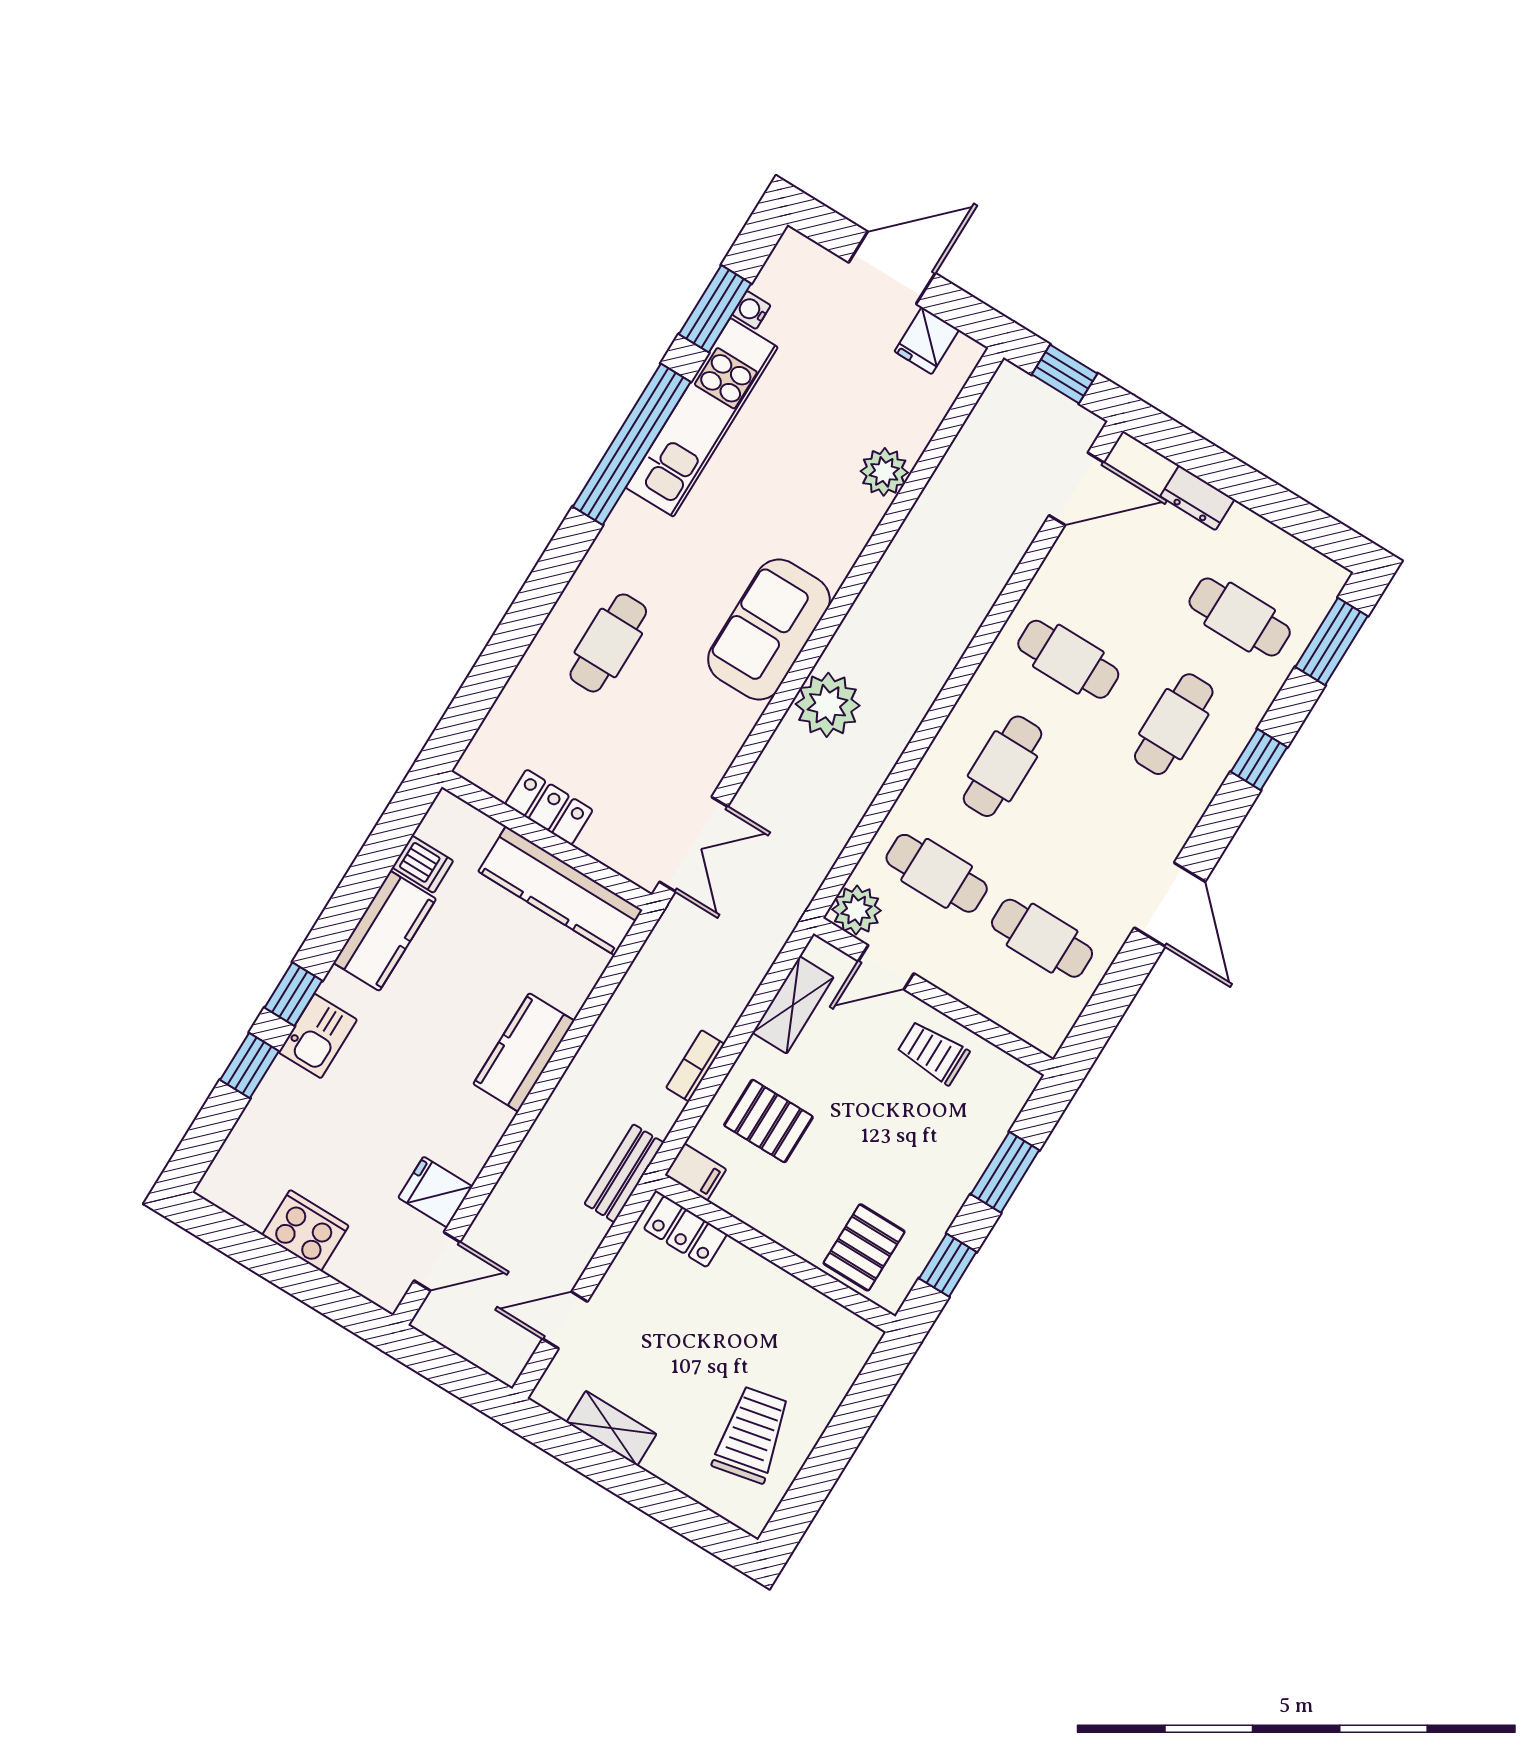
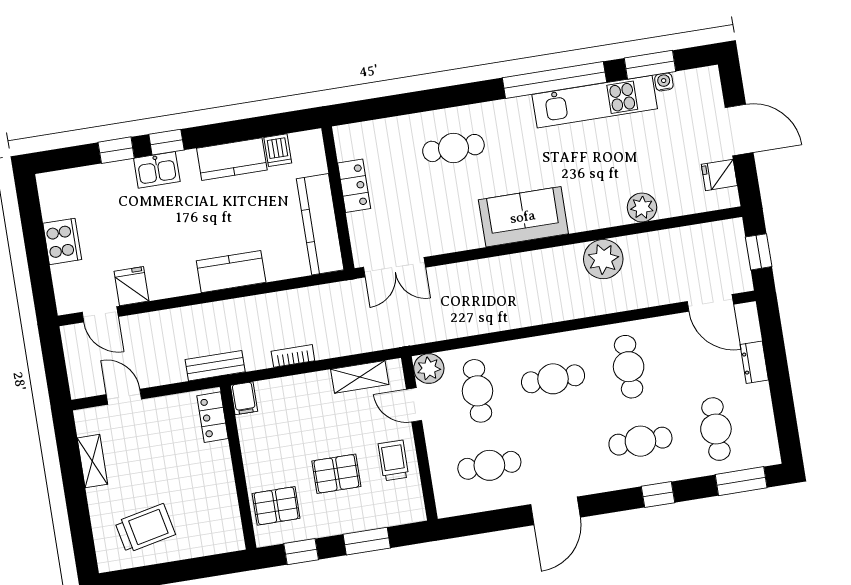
plant: (828, 705) -> (603, 259), moved
cafe table: (1042, 938) -> (489, 465), turned 90
pallet: (768, 1121) -> (336, 474), moved, turned 90

